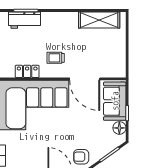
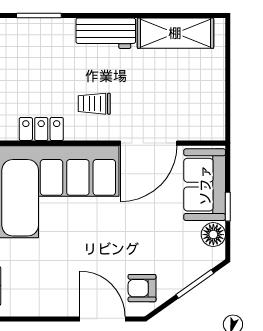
workbench: (24, 20) -> (106, 33), moved
door: (85, 79) -> (149, 143), hinge flipped

